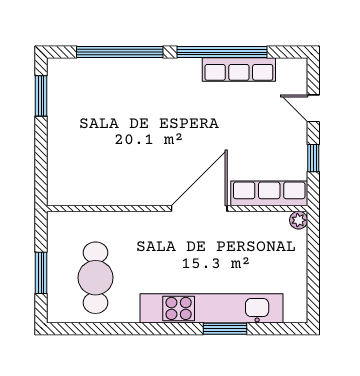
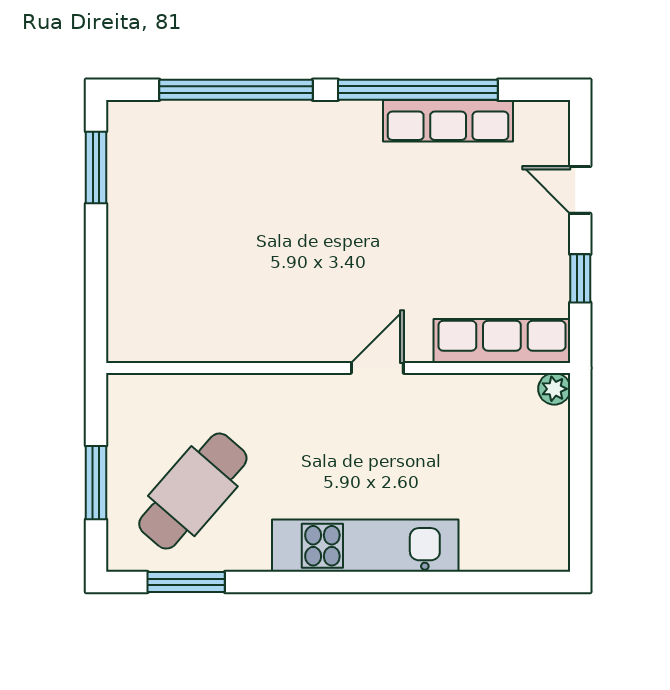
door: (199, 209) -> (377, 368), width x0.53
cafe table: (95, 278) -> (193, 491), turned 41
kitchen unit: (211, 308) -> (365, 546), width x0.73
window: (225, 329) -> (186, 582), moved

